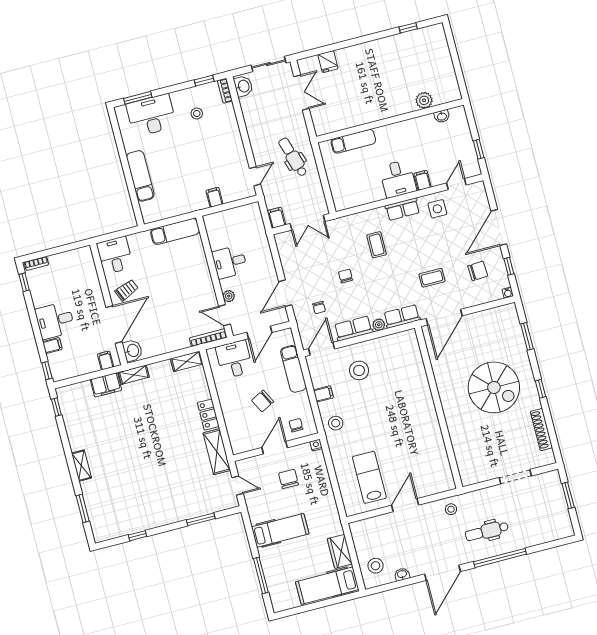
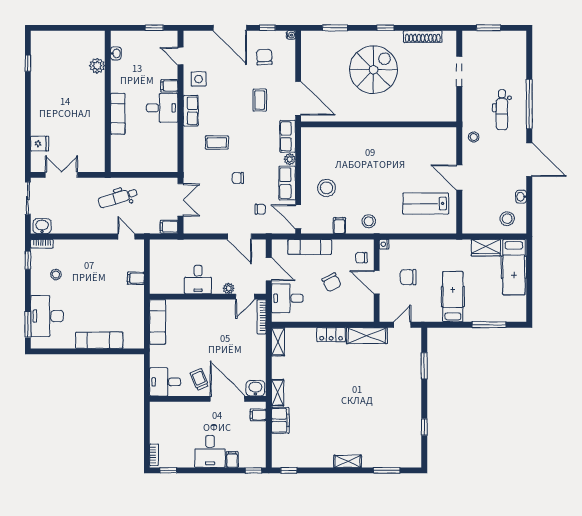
exam couch: (353, 141) -> (118, 114), moved

